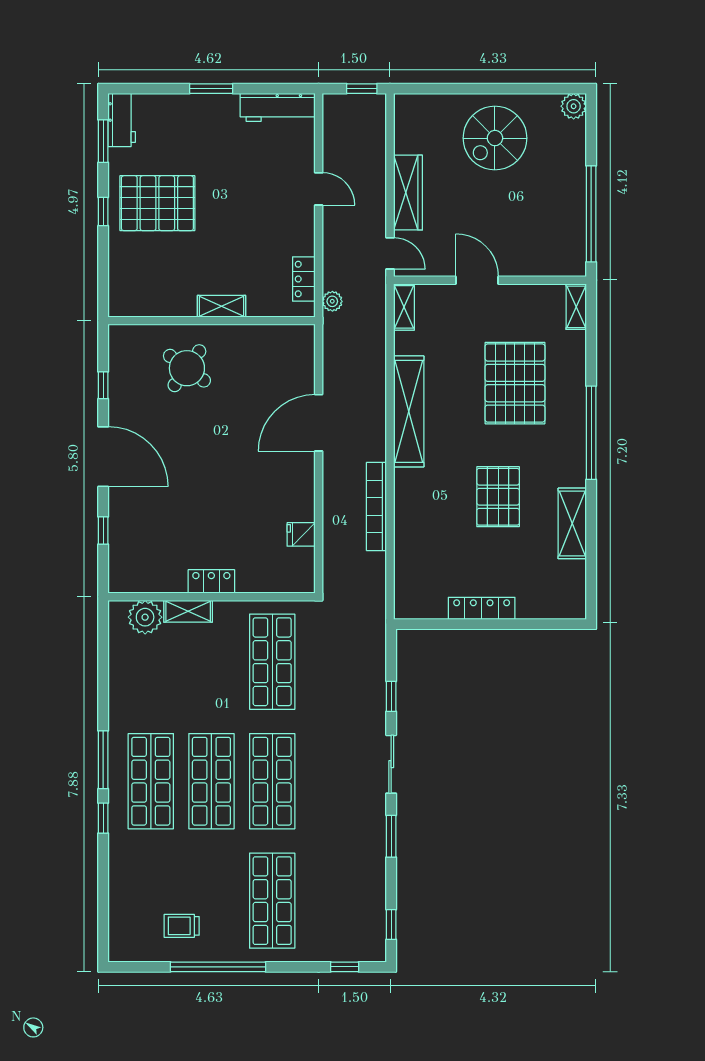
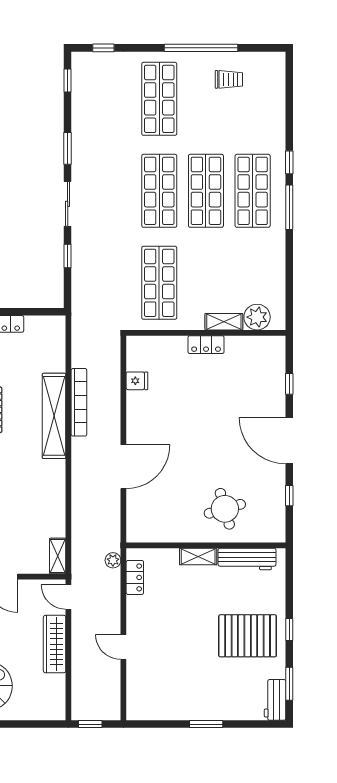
workbench: (278, 107) -> (247, 559), moved, turned 180
round table: (187, 368) -> (225, 509), turned 38
shelving: (409, 411) -> (54, 416), moved

